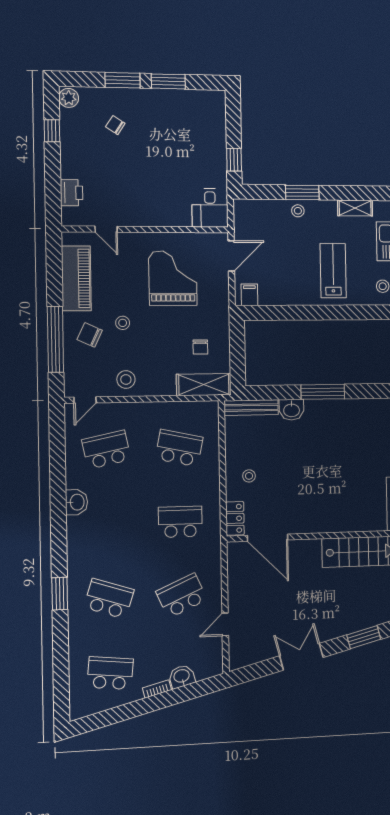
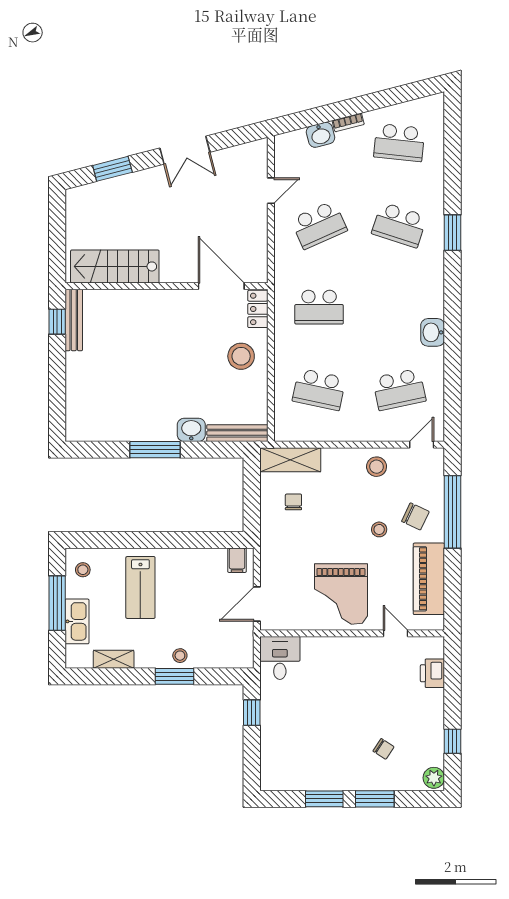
grand piano: (173, 278) -> (341, 594), moved
stool: (249, 476) -> (241, 356), width x1.89, depth x1.89

